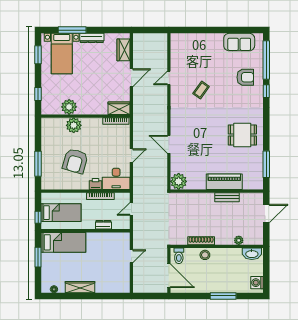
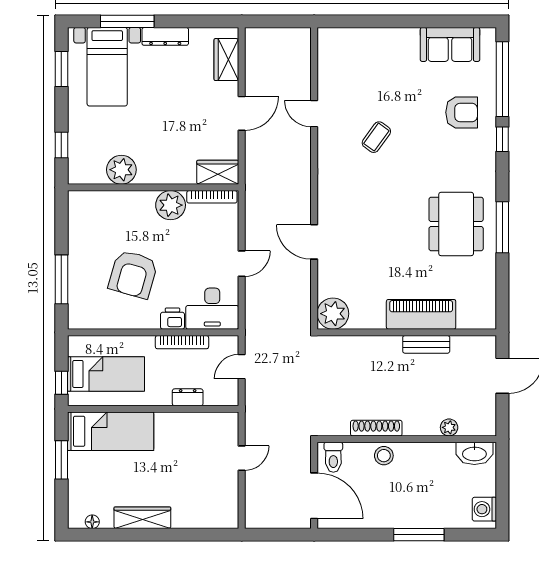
door: (169, 78) -> (314, 114), hinge flipped
plant: (74, 125) -> (171, 205), moved
dining table: (242, 135) -> (456, 224), width x1.38
window: (266, 164) -> (502, 227), moved

